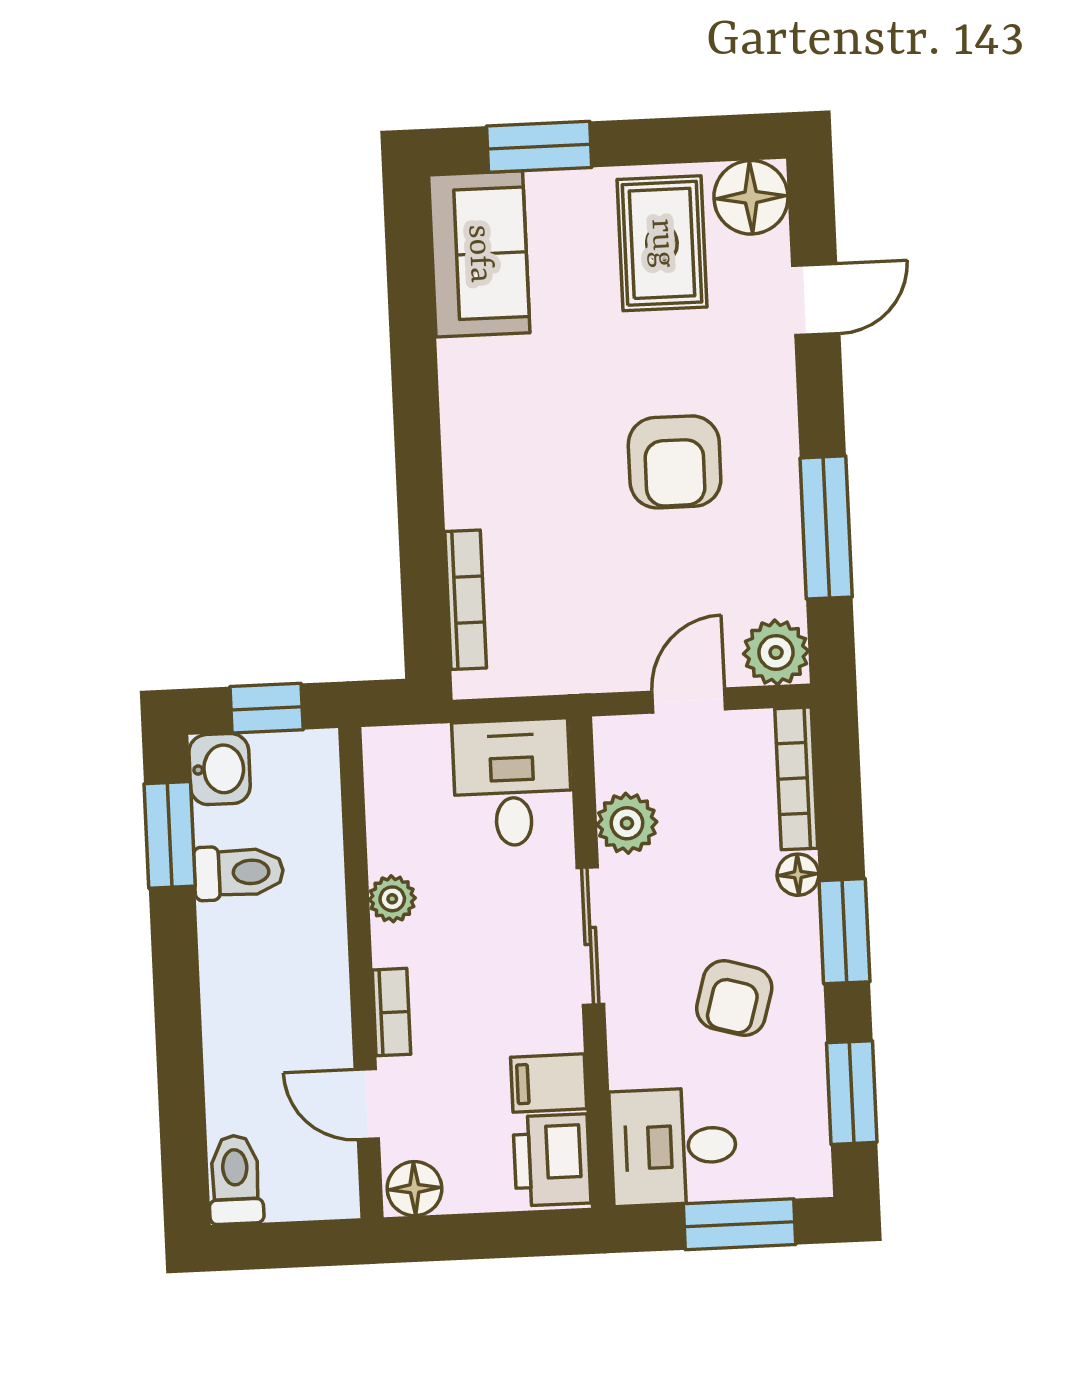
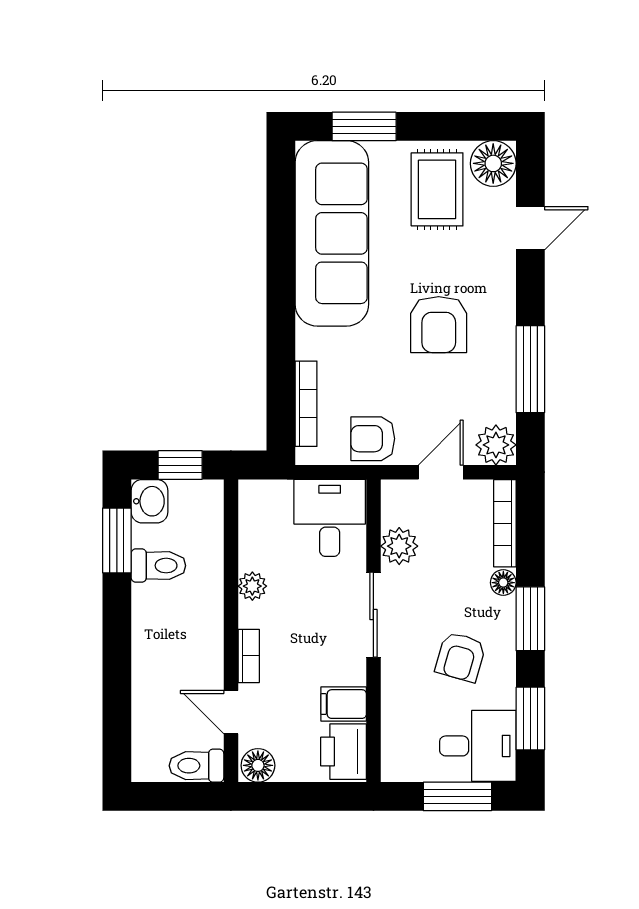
sofa: (479, 254) -> (332, 233), width x1.85, depth x1.27
armchair: (576, 652) -> (373, 439), added
desk: (673, 1147) -> (478, 746), moved, turned 180
toilet: (235, 1180) -> (196, 766), moved, turned -90

